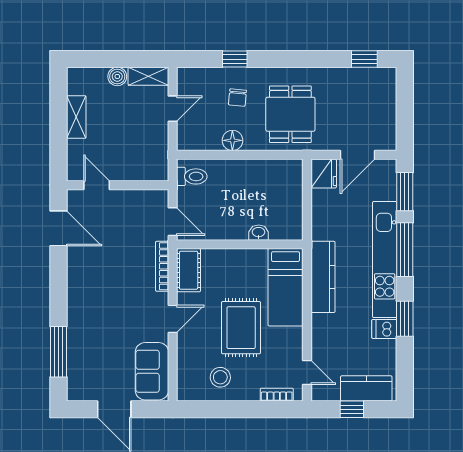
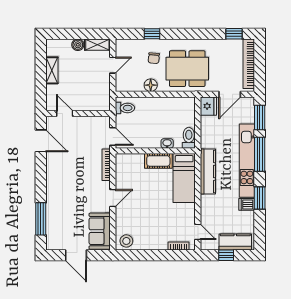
bookcase: (388, 106) -> (249, 64), added
dining table: (290, 114) -> (187, 69), width x1.38
toilet: (293, 224) -> (189, 138), added
cot: (189, 270) -> (158, 161), moved, turned 90
rug: (241, 328) -> (156, 204), removed
stool: (220, 377) -> (126, 241), moved

